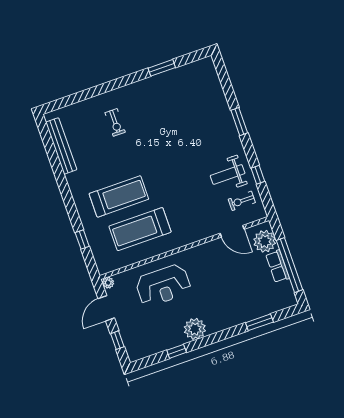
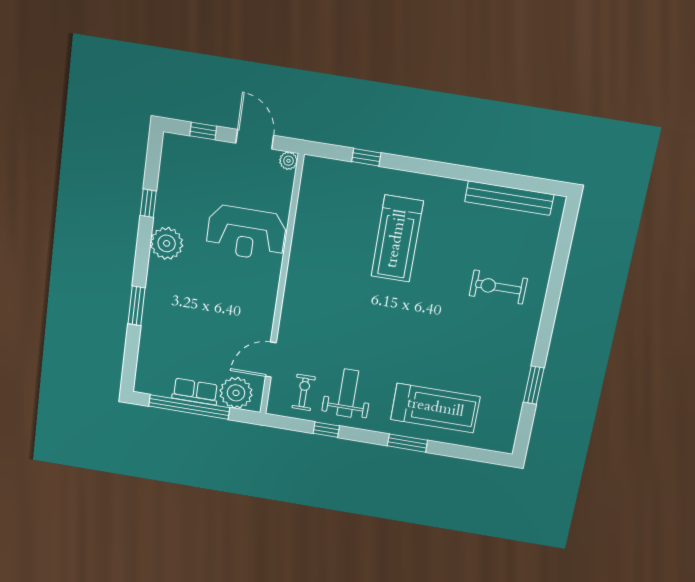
exercise bike: (115, 122) -> (498, 287), width x1.38, depth x1.39
treadmill: (140, 229) -> (435, 408), moved, turned 90
reception desk: (163, 285) -> (246, 233), turned -90
window: (259, 322) -> (136, 306), moved

